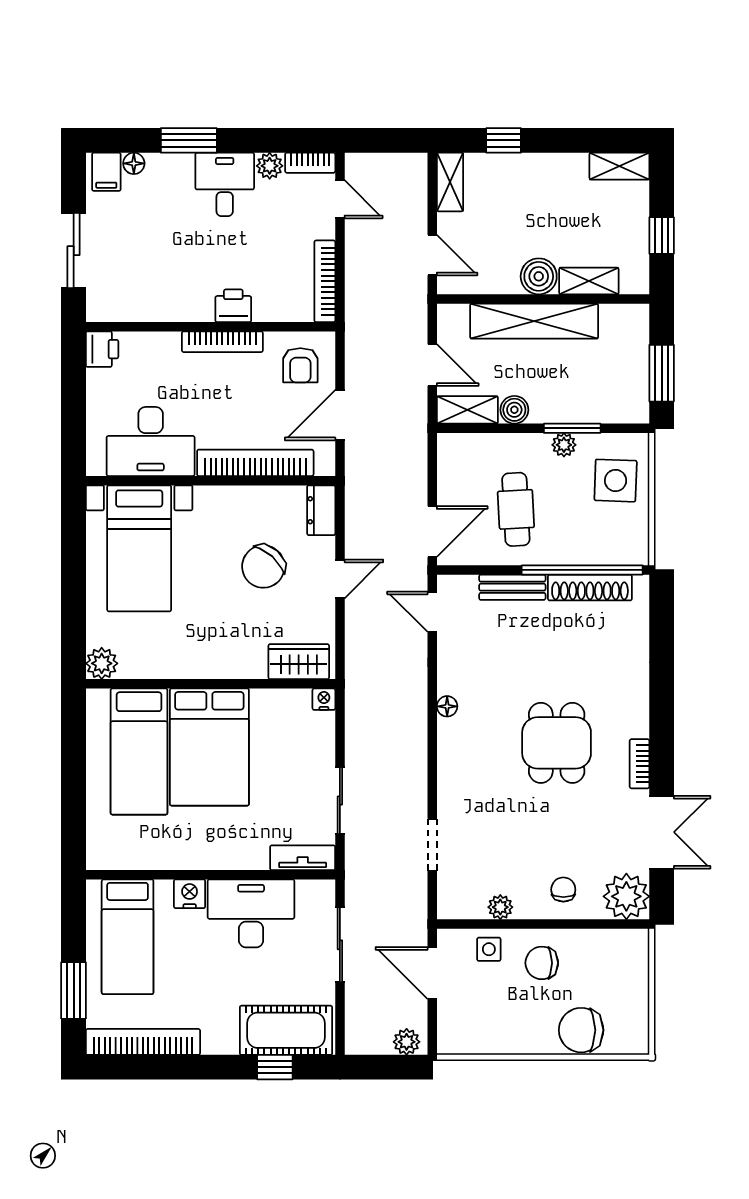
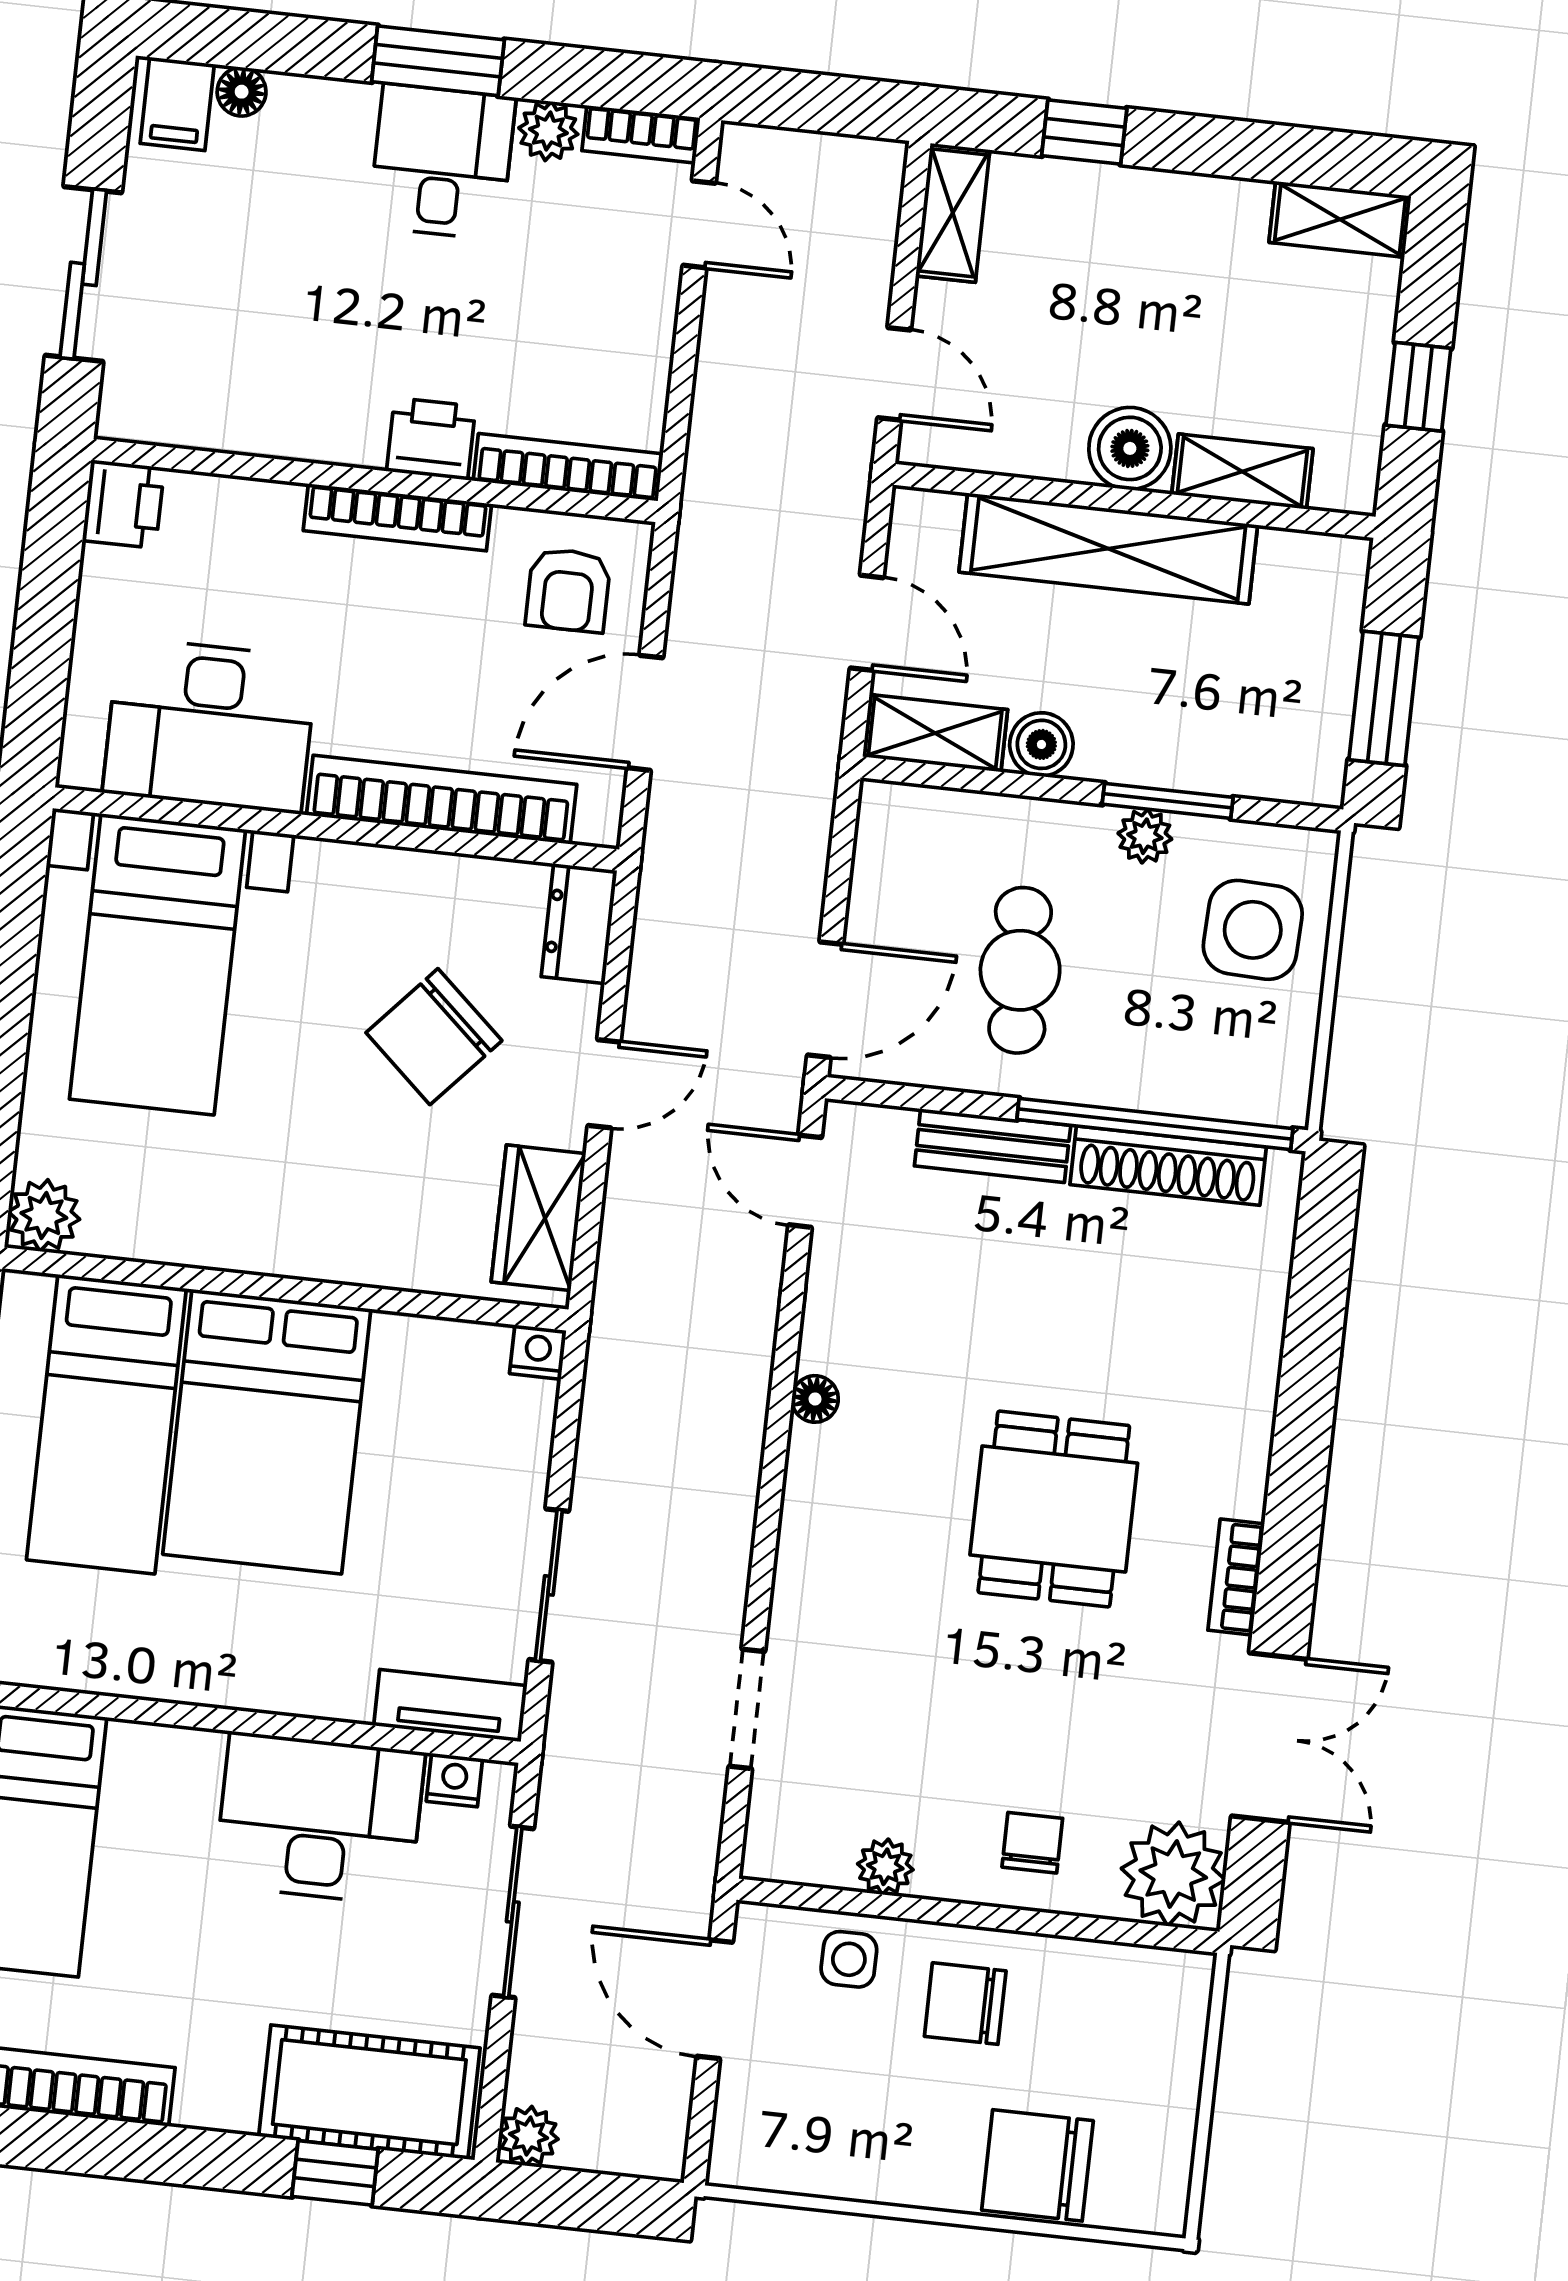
window: (189, 140) -> (438, 61), moved
bookcase: (325, 281) -> (568, 467), moved, turned 90
wardrobe: (299, 662) -> (539, 1218), moved, turned -90
nightstand: (190, 894) -> (454, 1780), moved, width x0.72, depth x0.74
plant: (407, 1042) -> (529, 2136), moved

